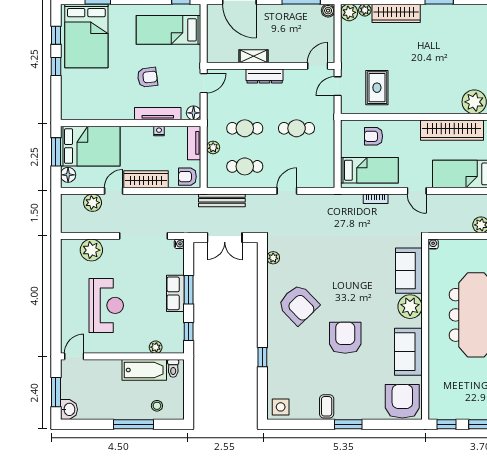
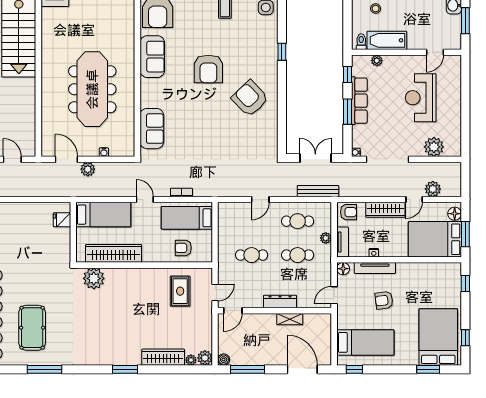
window: (56, 67) -> (465, 284), moved
armchair: (373, 136) -> (183, 248), turned 180
water cooler: (433, 244) -> (104, 152), moved
plant: (273, 258) -> (272, 140), removed
row of seats: (175, 293) -> (359, 101), width x1.48
plant: (410, 307) -> (151, 97), removed
door: (74, 356) -> (435, 52), moved

